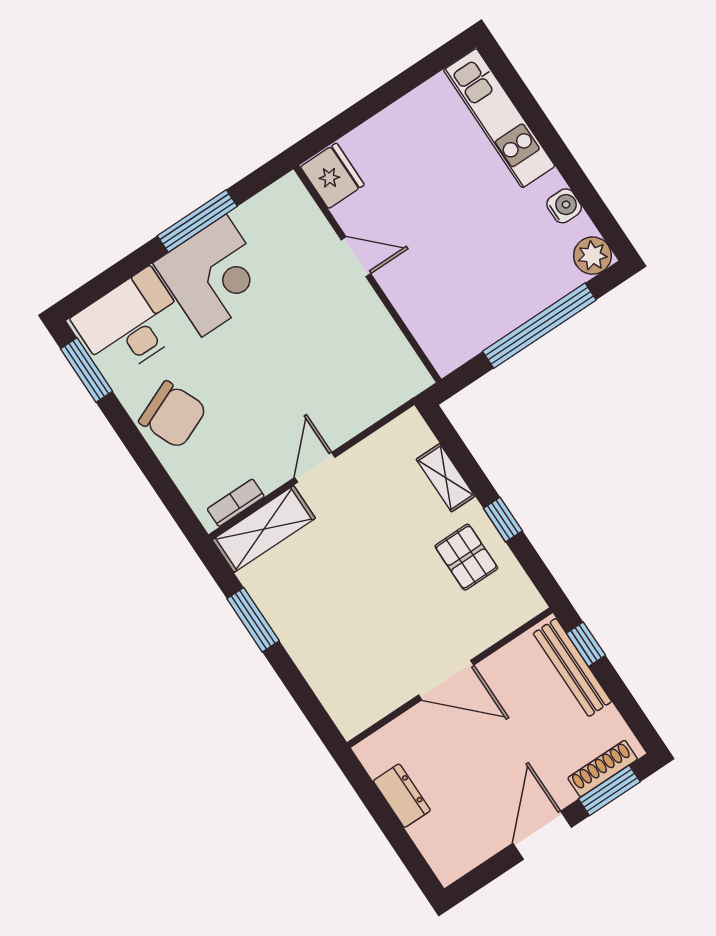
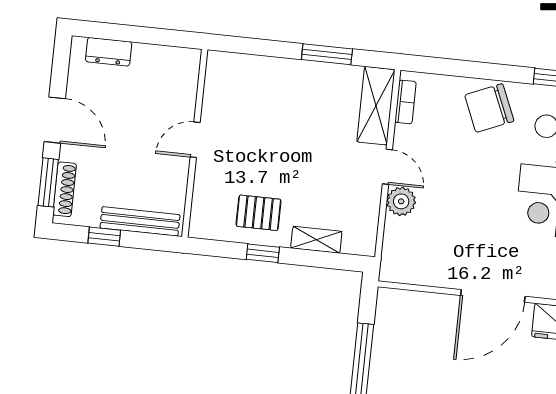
door: (356, 257) -> (493, 296), width x1.88
plant: (338, 425) -> (401, 201), added
window: (586, 644) -> (104, 237), moved
door: (446, 680) -> (195, 140), width x0.73
dresser: (402, 796) -> (109, 52), moved

